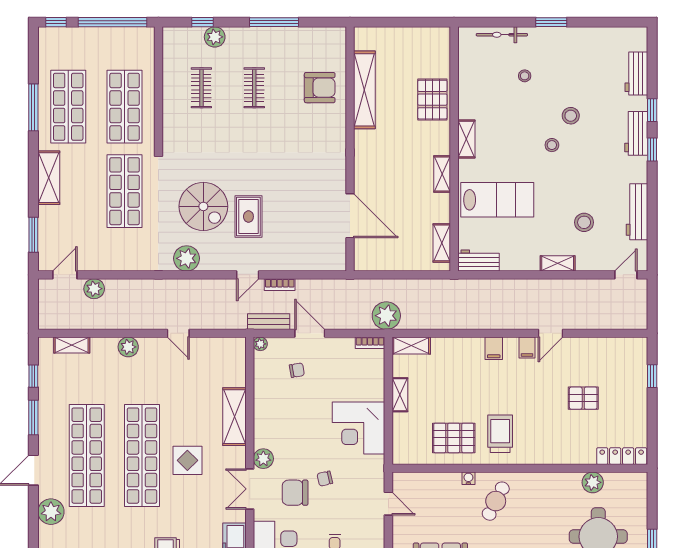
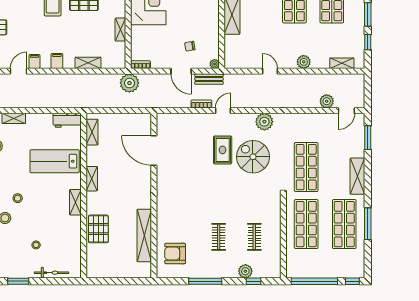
armchair: (320, 88) -> (175, 254), moved
shelving: (411, 346) -> (88, 63), moved

